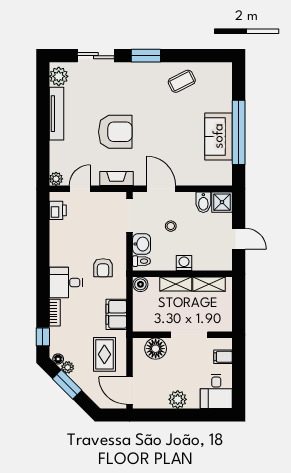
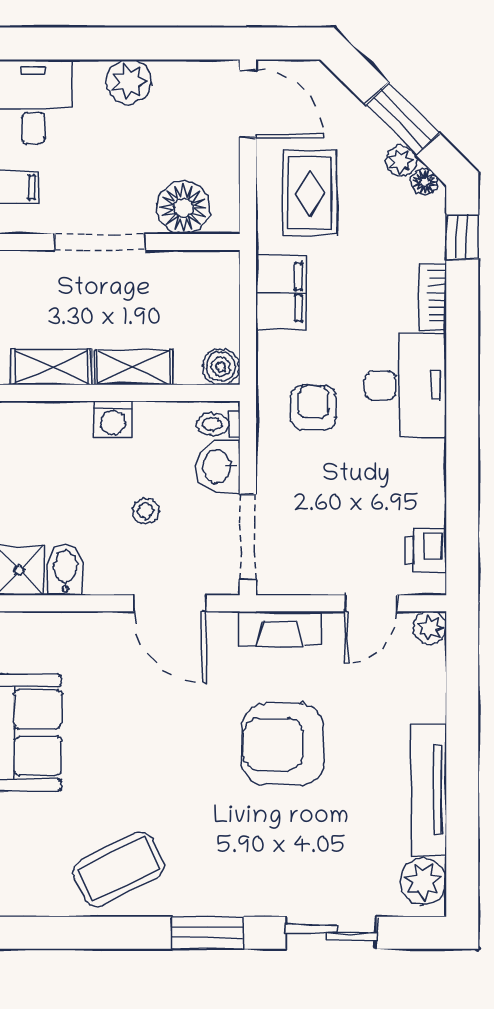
coffee table: (182, 81) -> (119, 869), width x1.36, depth x1.30
desk: (66, 283) -> (406, 385), width x1.37

